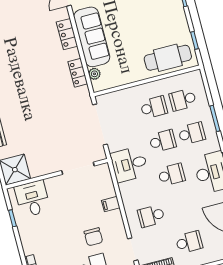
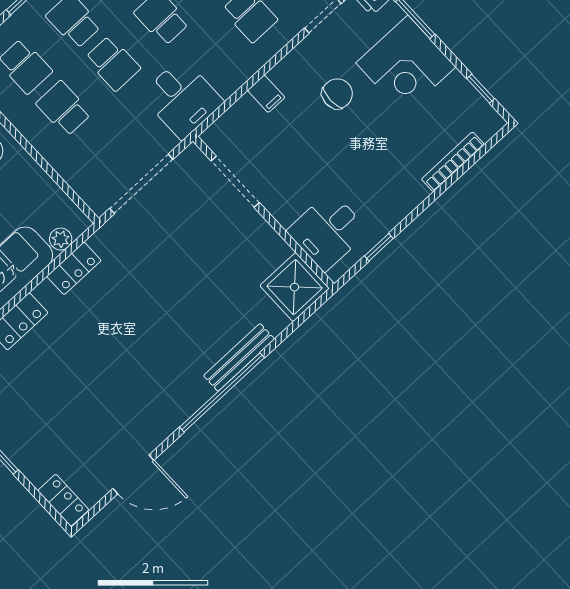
school desk: (163, 141) -> (113, 63), turned 180

